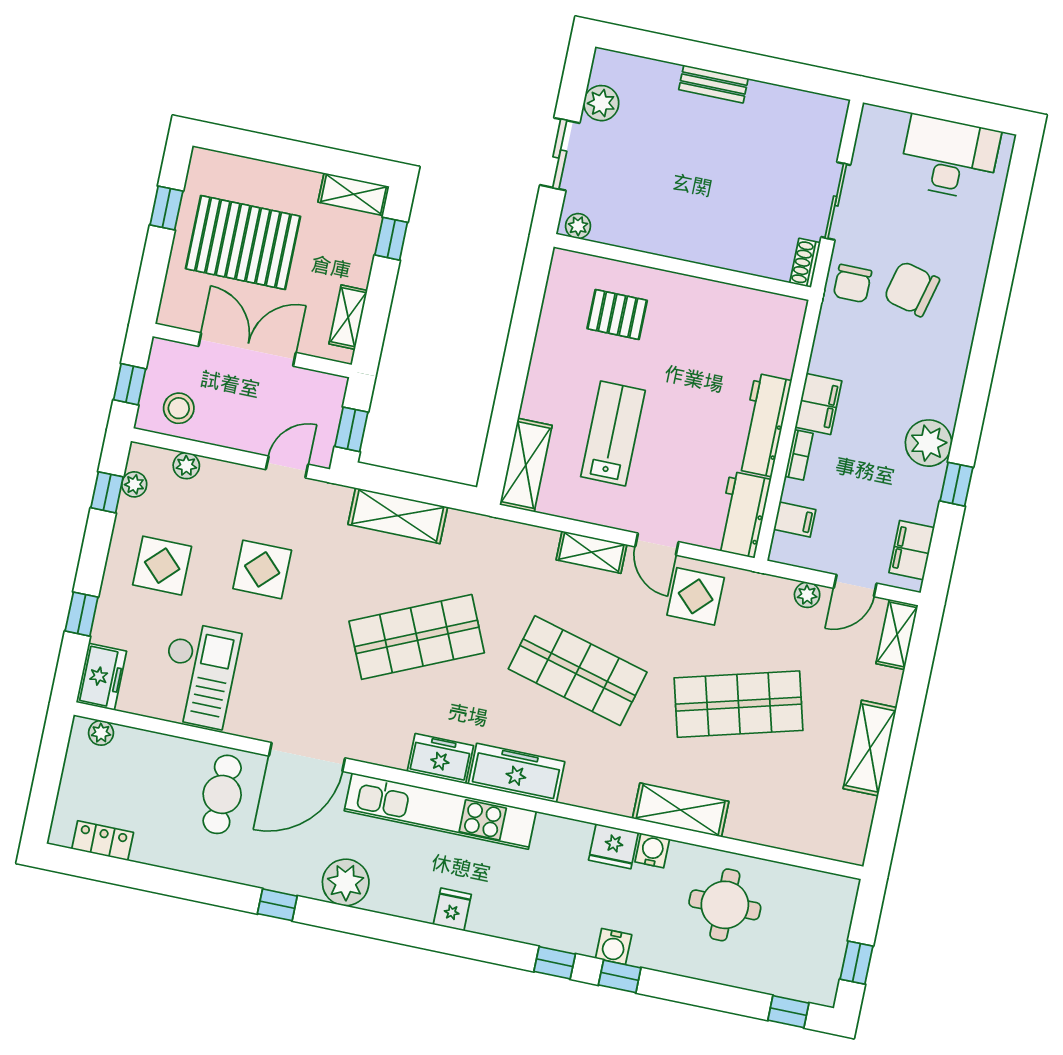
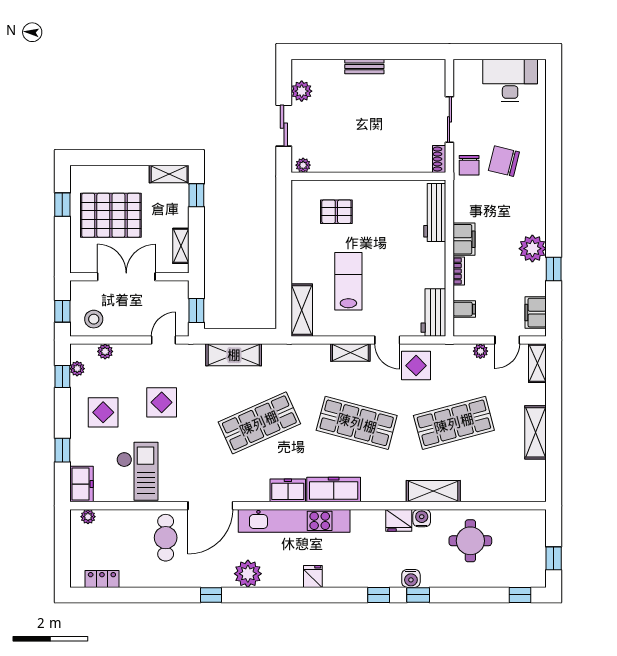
workbench: (764, 425) -> (435, 213), moved

